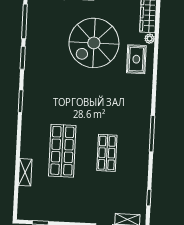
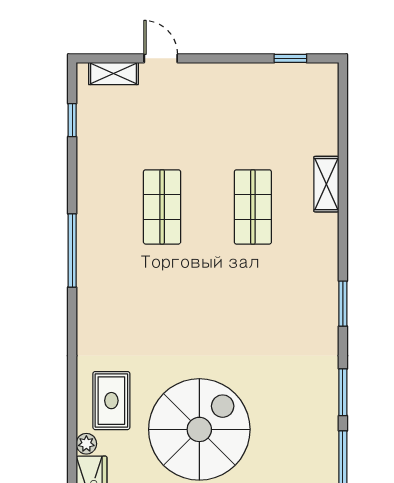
shop shelf: (62, 151) -> (253, 207), width x0.70, depth x0.74
shelving: (25, 172) -> (326, 184), moved

